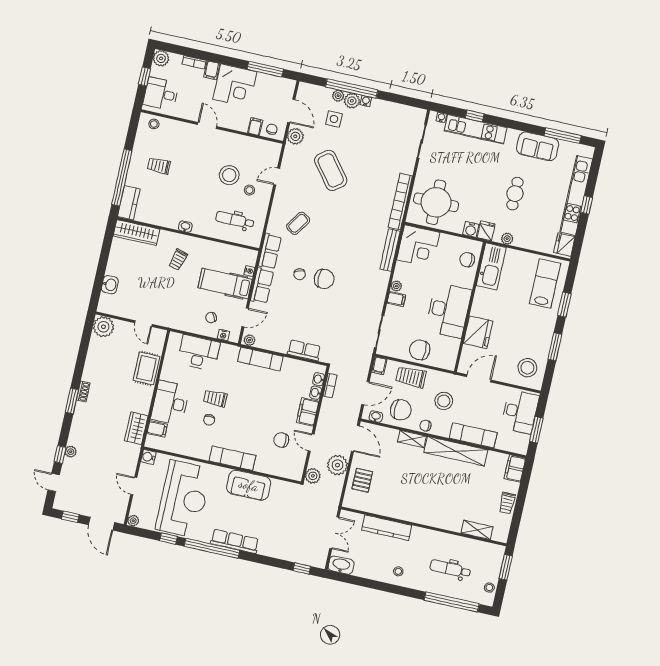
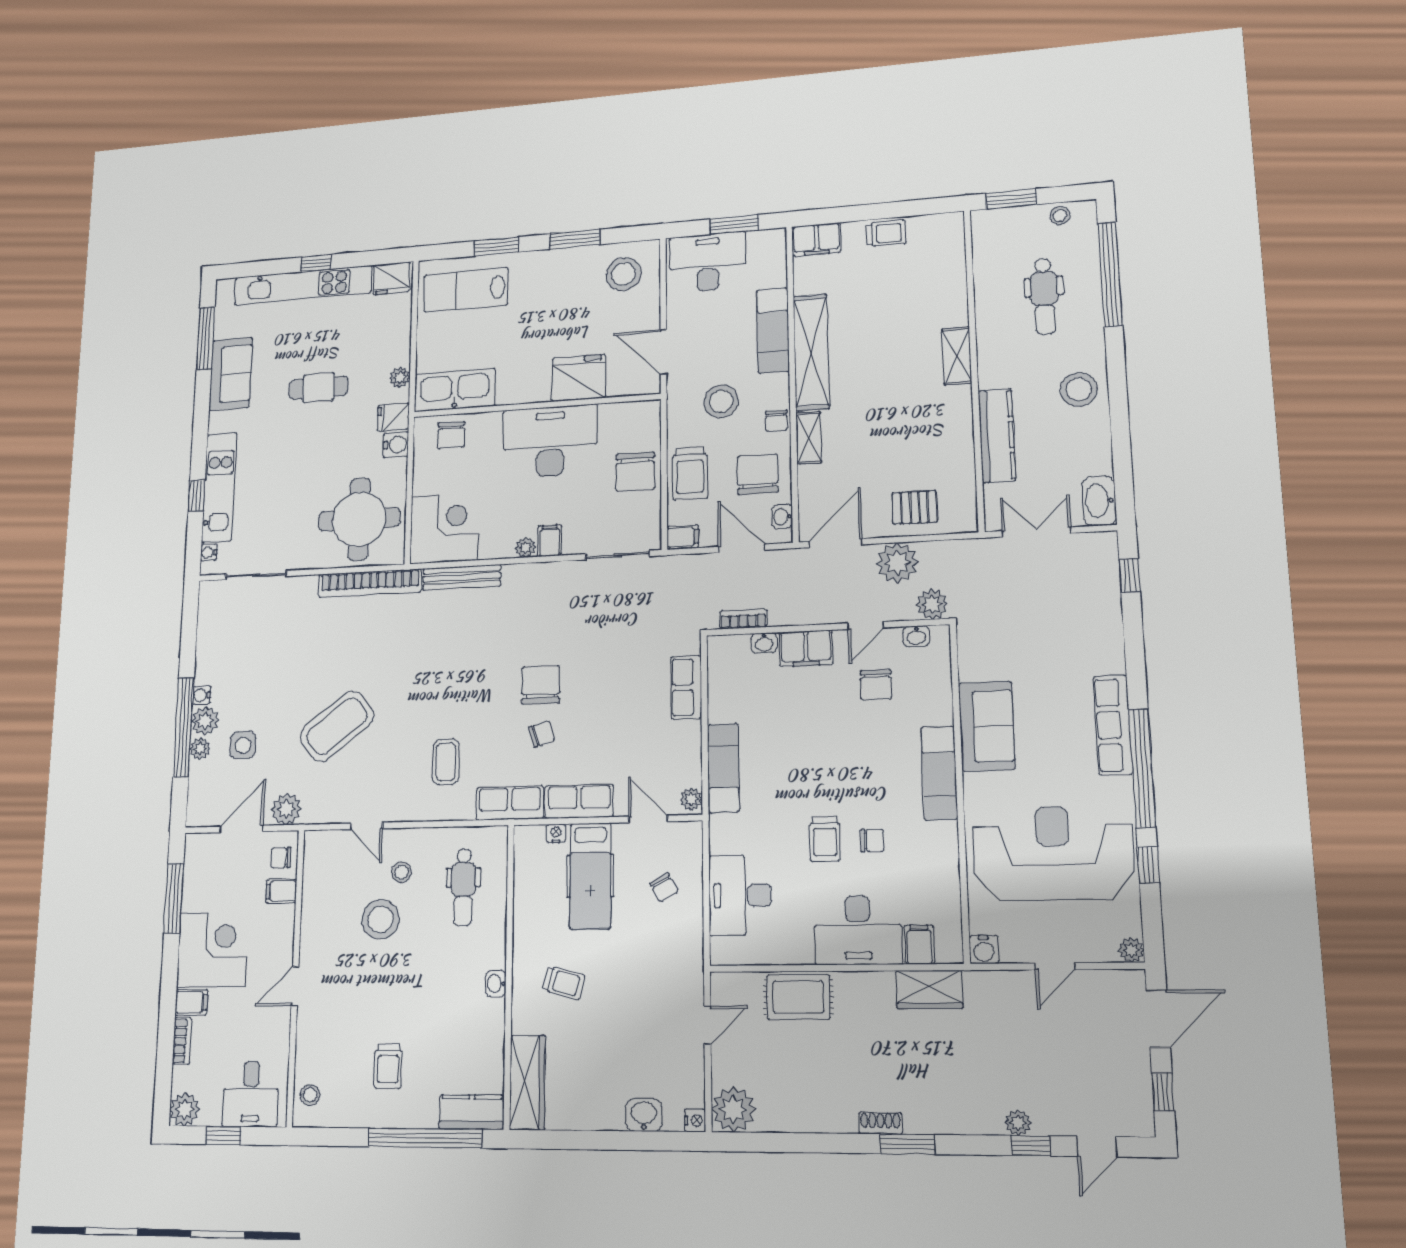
coffee table: (298, 223) -> (446, 762), turned 56
nightstand: (223, 335) -> (695, 1121), moved
washbasin: (319, 379) -> (916, 636), moved
shelving: (477, 530) -> (957, 356), moved
stool: (398, 571) -> (1079, 389), width x1.89, depth x1.89

